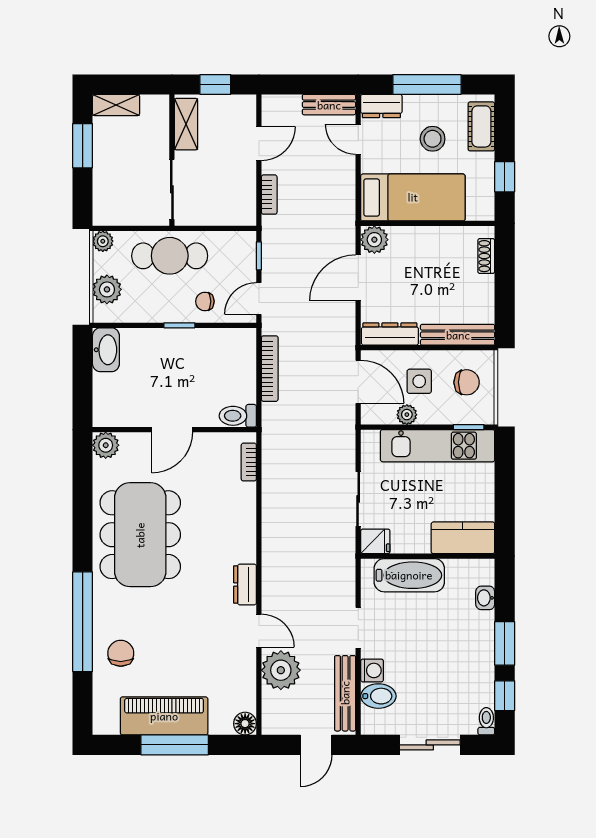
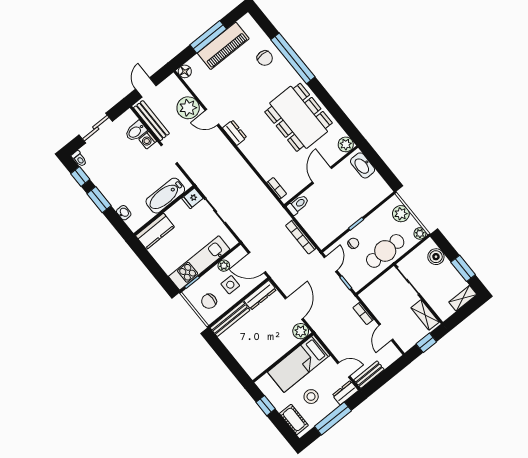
boiler: (107, 192) -> (436, 257), added
shoe rack: (486, 256) -> (245, 364), removed
washbasin: (106, 350) -> (363, 165), moved

